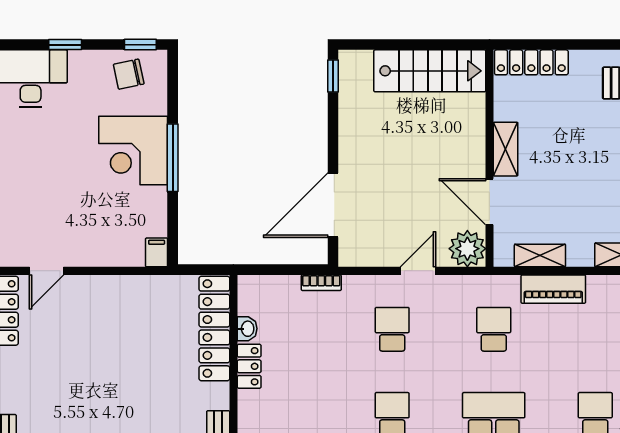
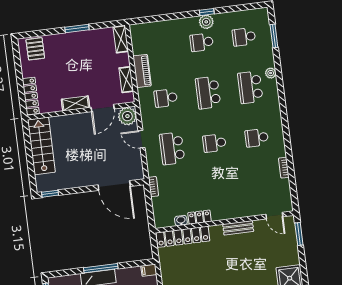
school desk: (392, 329) -> (172, 148), width x1.85

